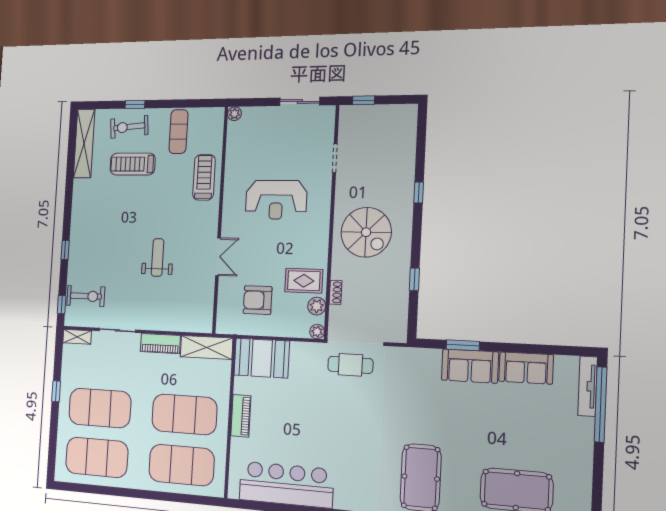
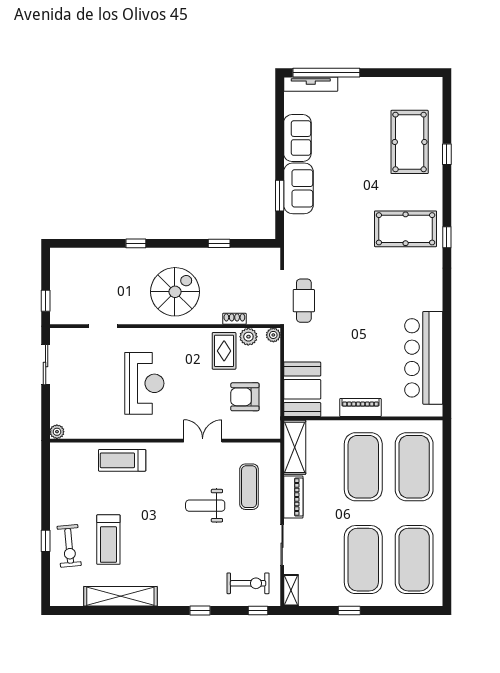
exercise mat: (178, 132) -> (249, 487), moved, turned 90
shelving: (84, 143) -> (120, 596), moved
exercise bike: (86, 296) -> (248, 583), turned 90
armchair: (258, 300) -> (245, 397), turned 90

